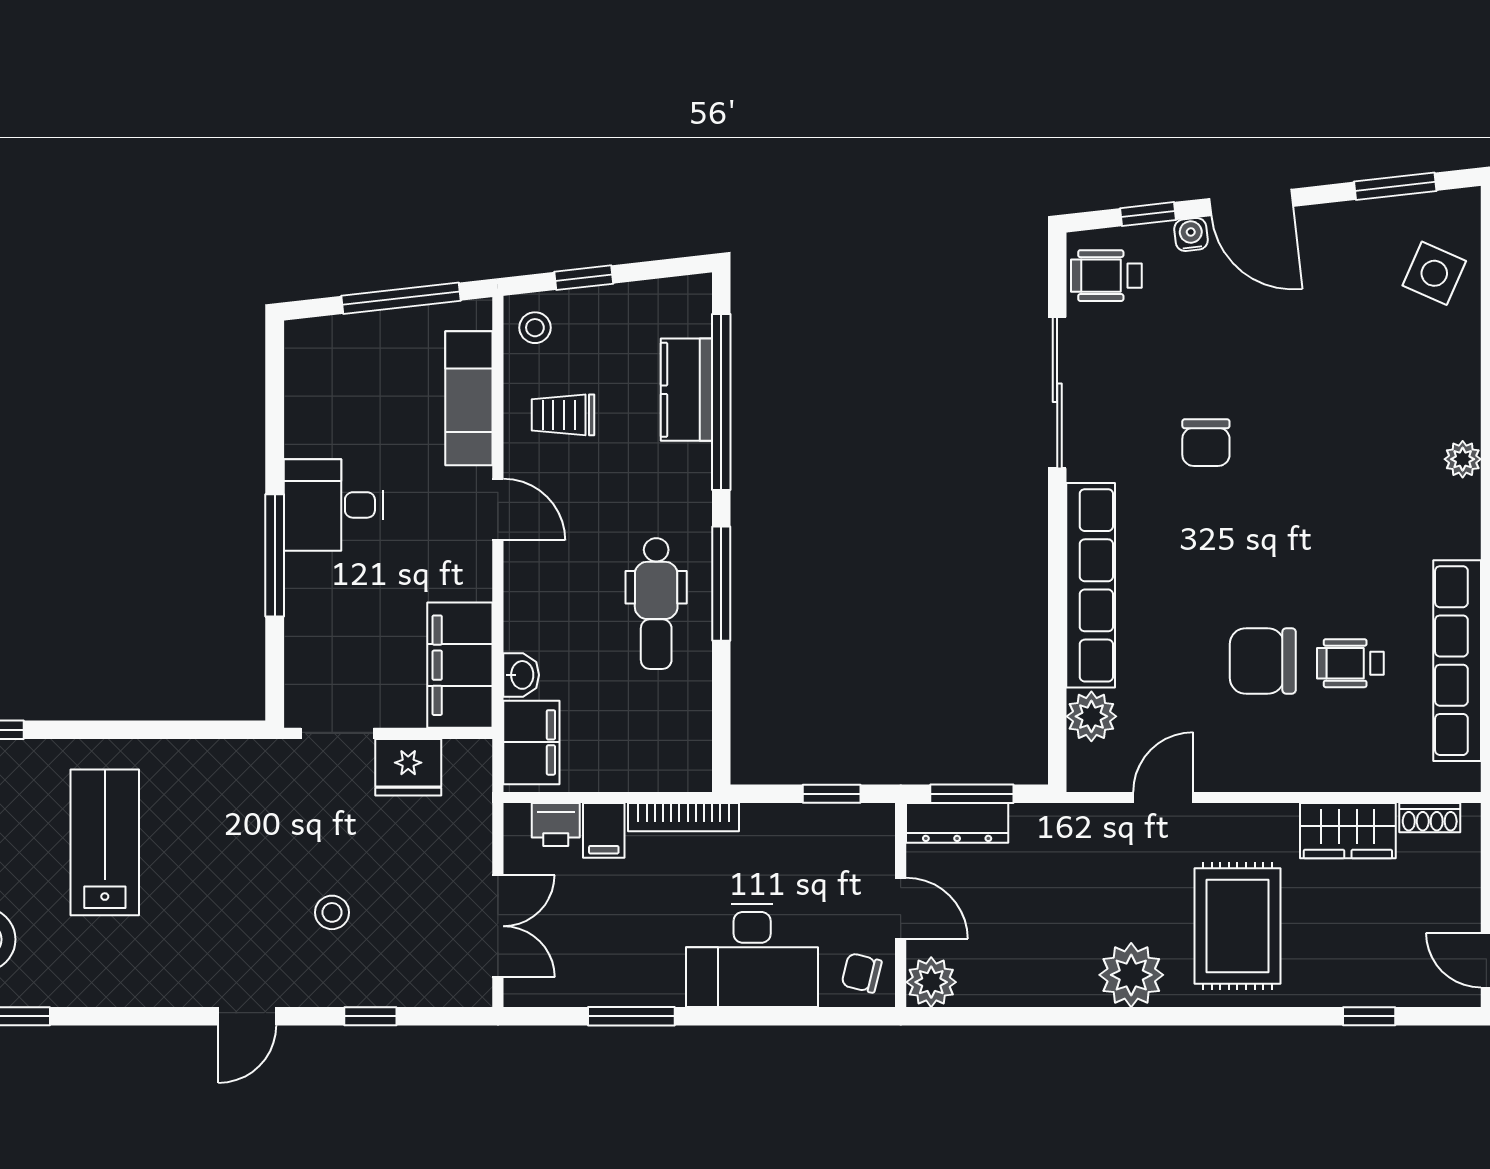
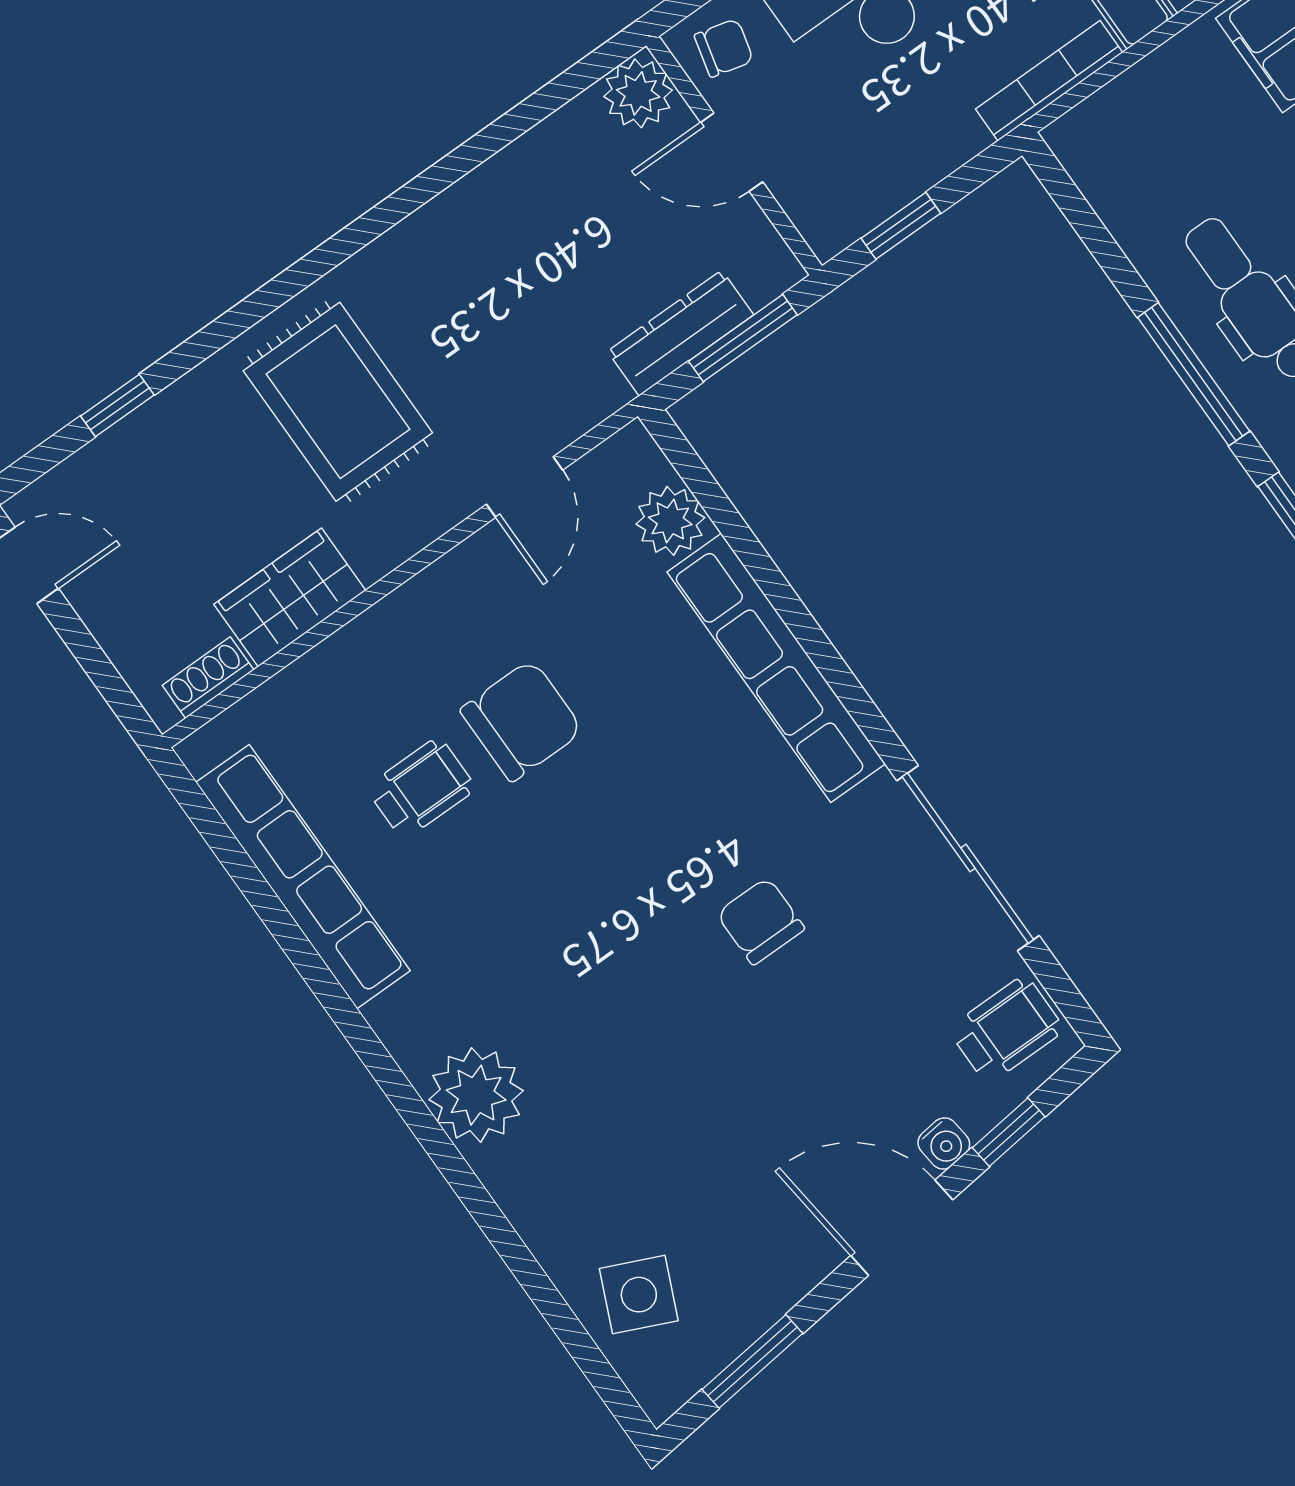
plant: (1463, 459) -> (476, 1095), width x1.87, depth x1.87
dresser: (957, 823) -> (681, 333), moved
plant: (1131, 975) -> (418, 262), removed

